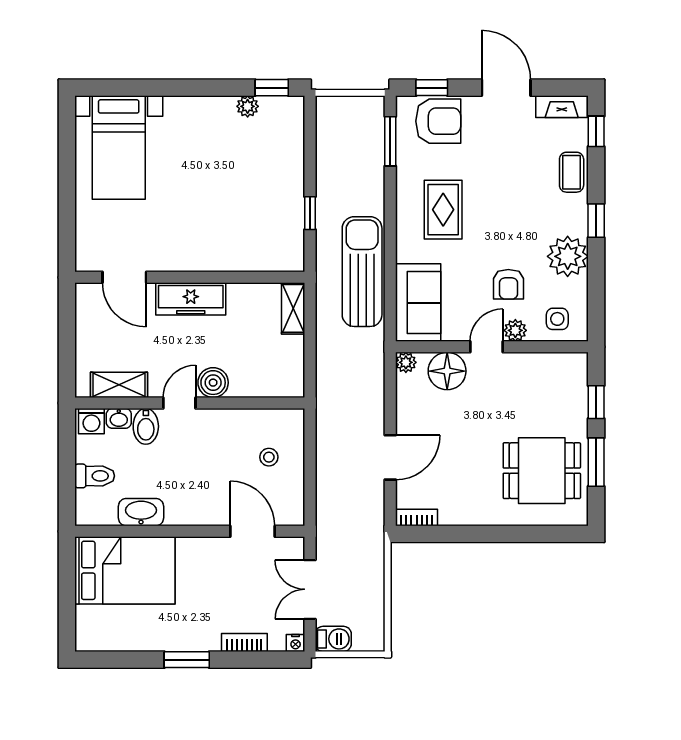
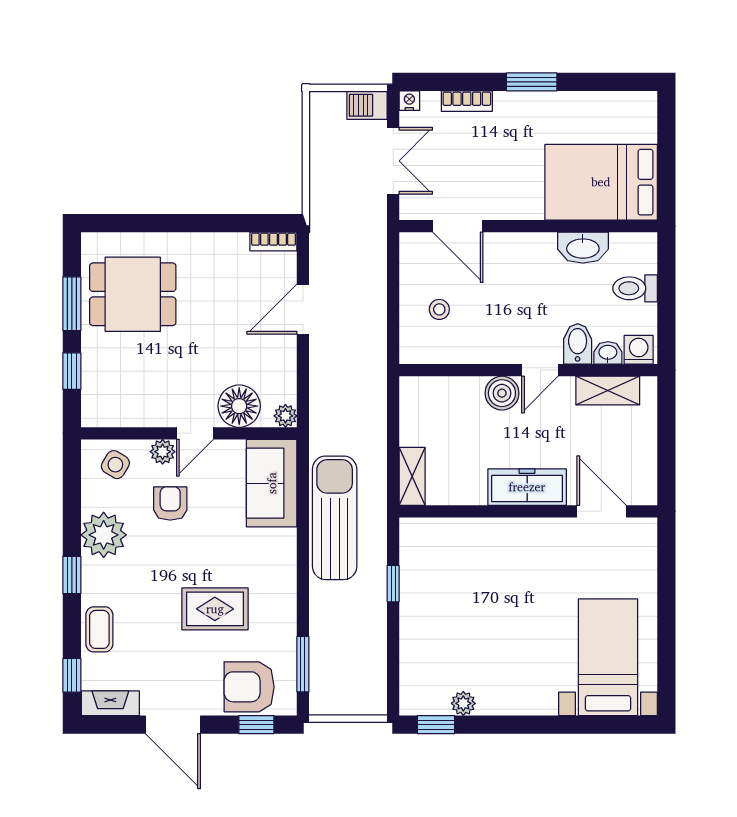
rug: (443, 210) -> (215, 609), moved, turned 90
sun lounger: (362, 272) -> (335, 518), turned 180
side table: (557, 319) -> (115, 465), turned 31

